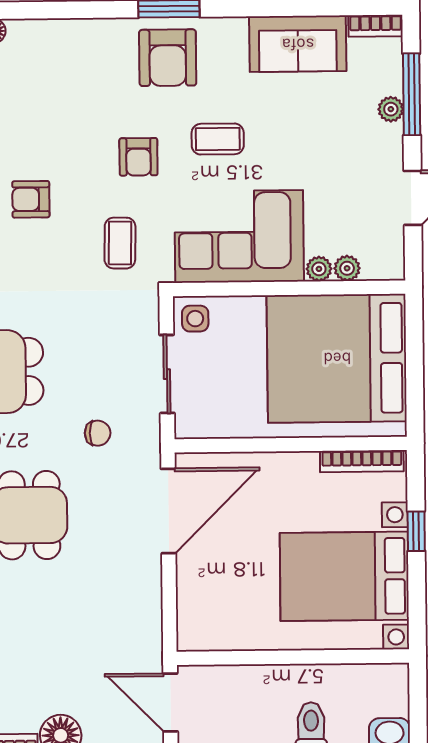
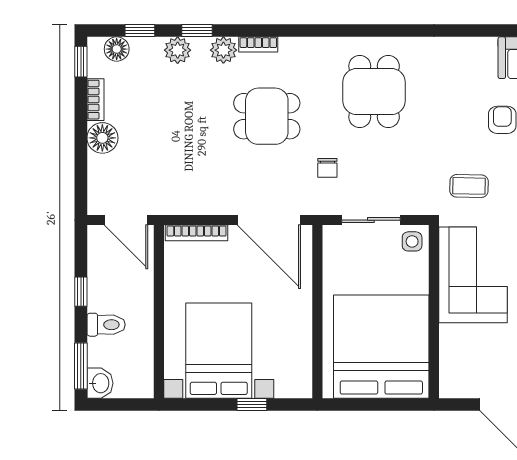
plant: (347, 268) -> (448, 355), removed
plant: (319, 269) -> (448, 334), removed
bookcase: (362, 461) -> (197, 233), moved, turned -90
door: (170, 703) -> (126, 220), swing flipped

